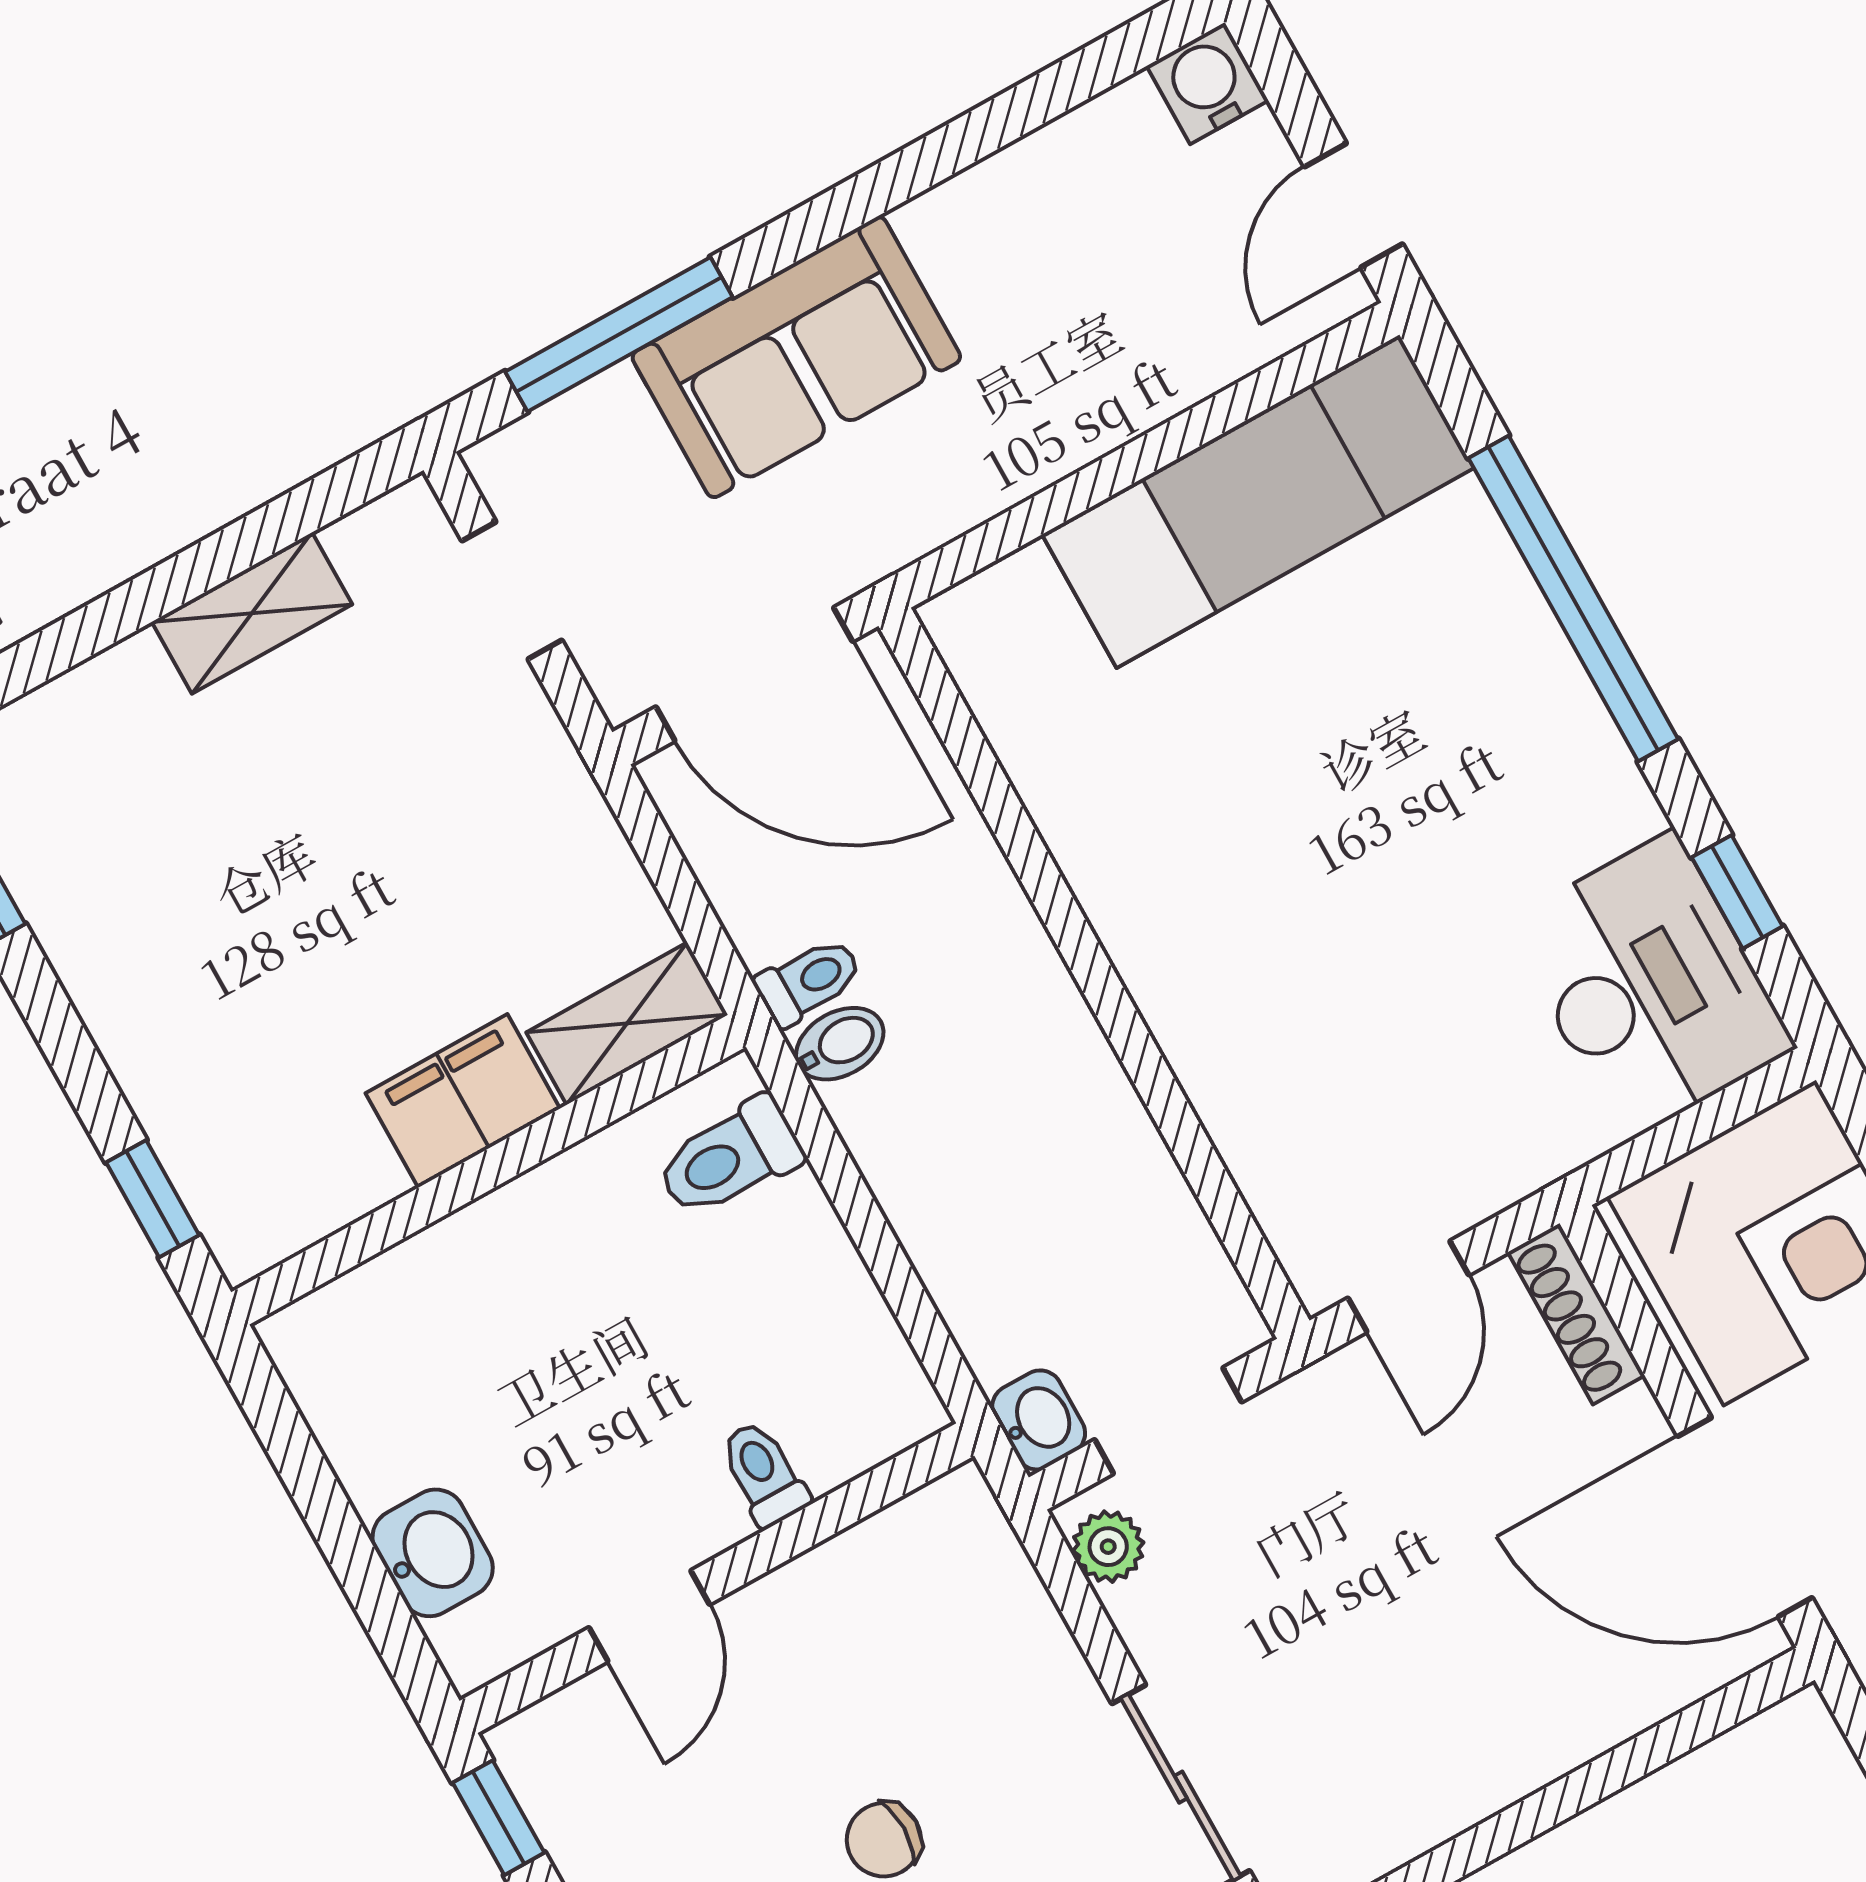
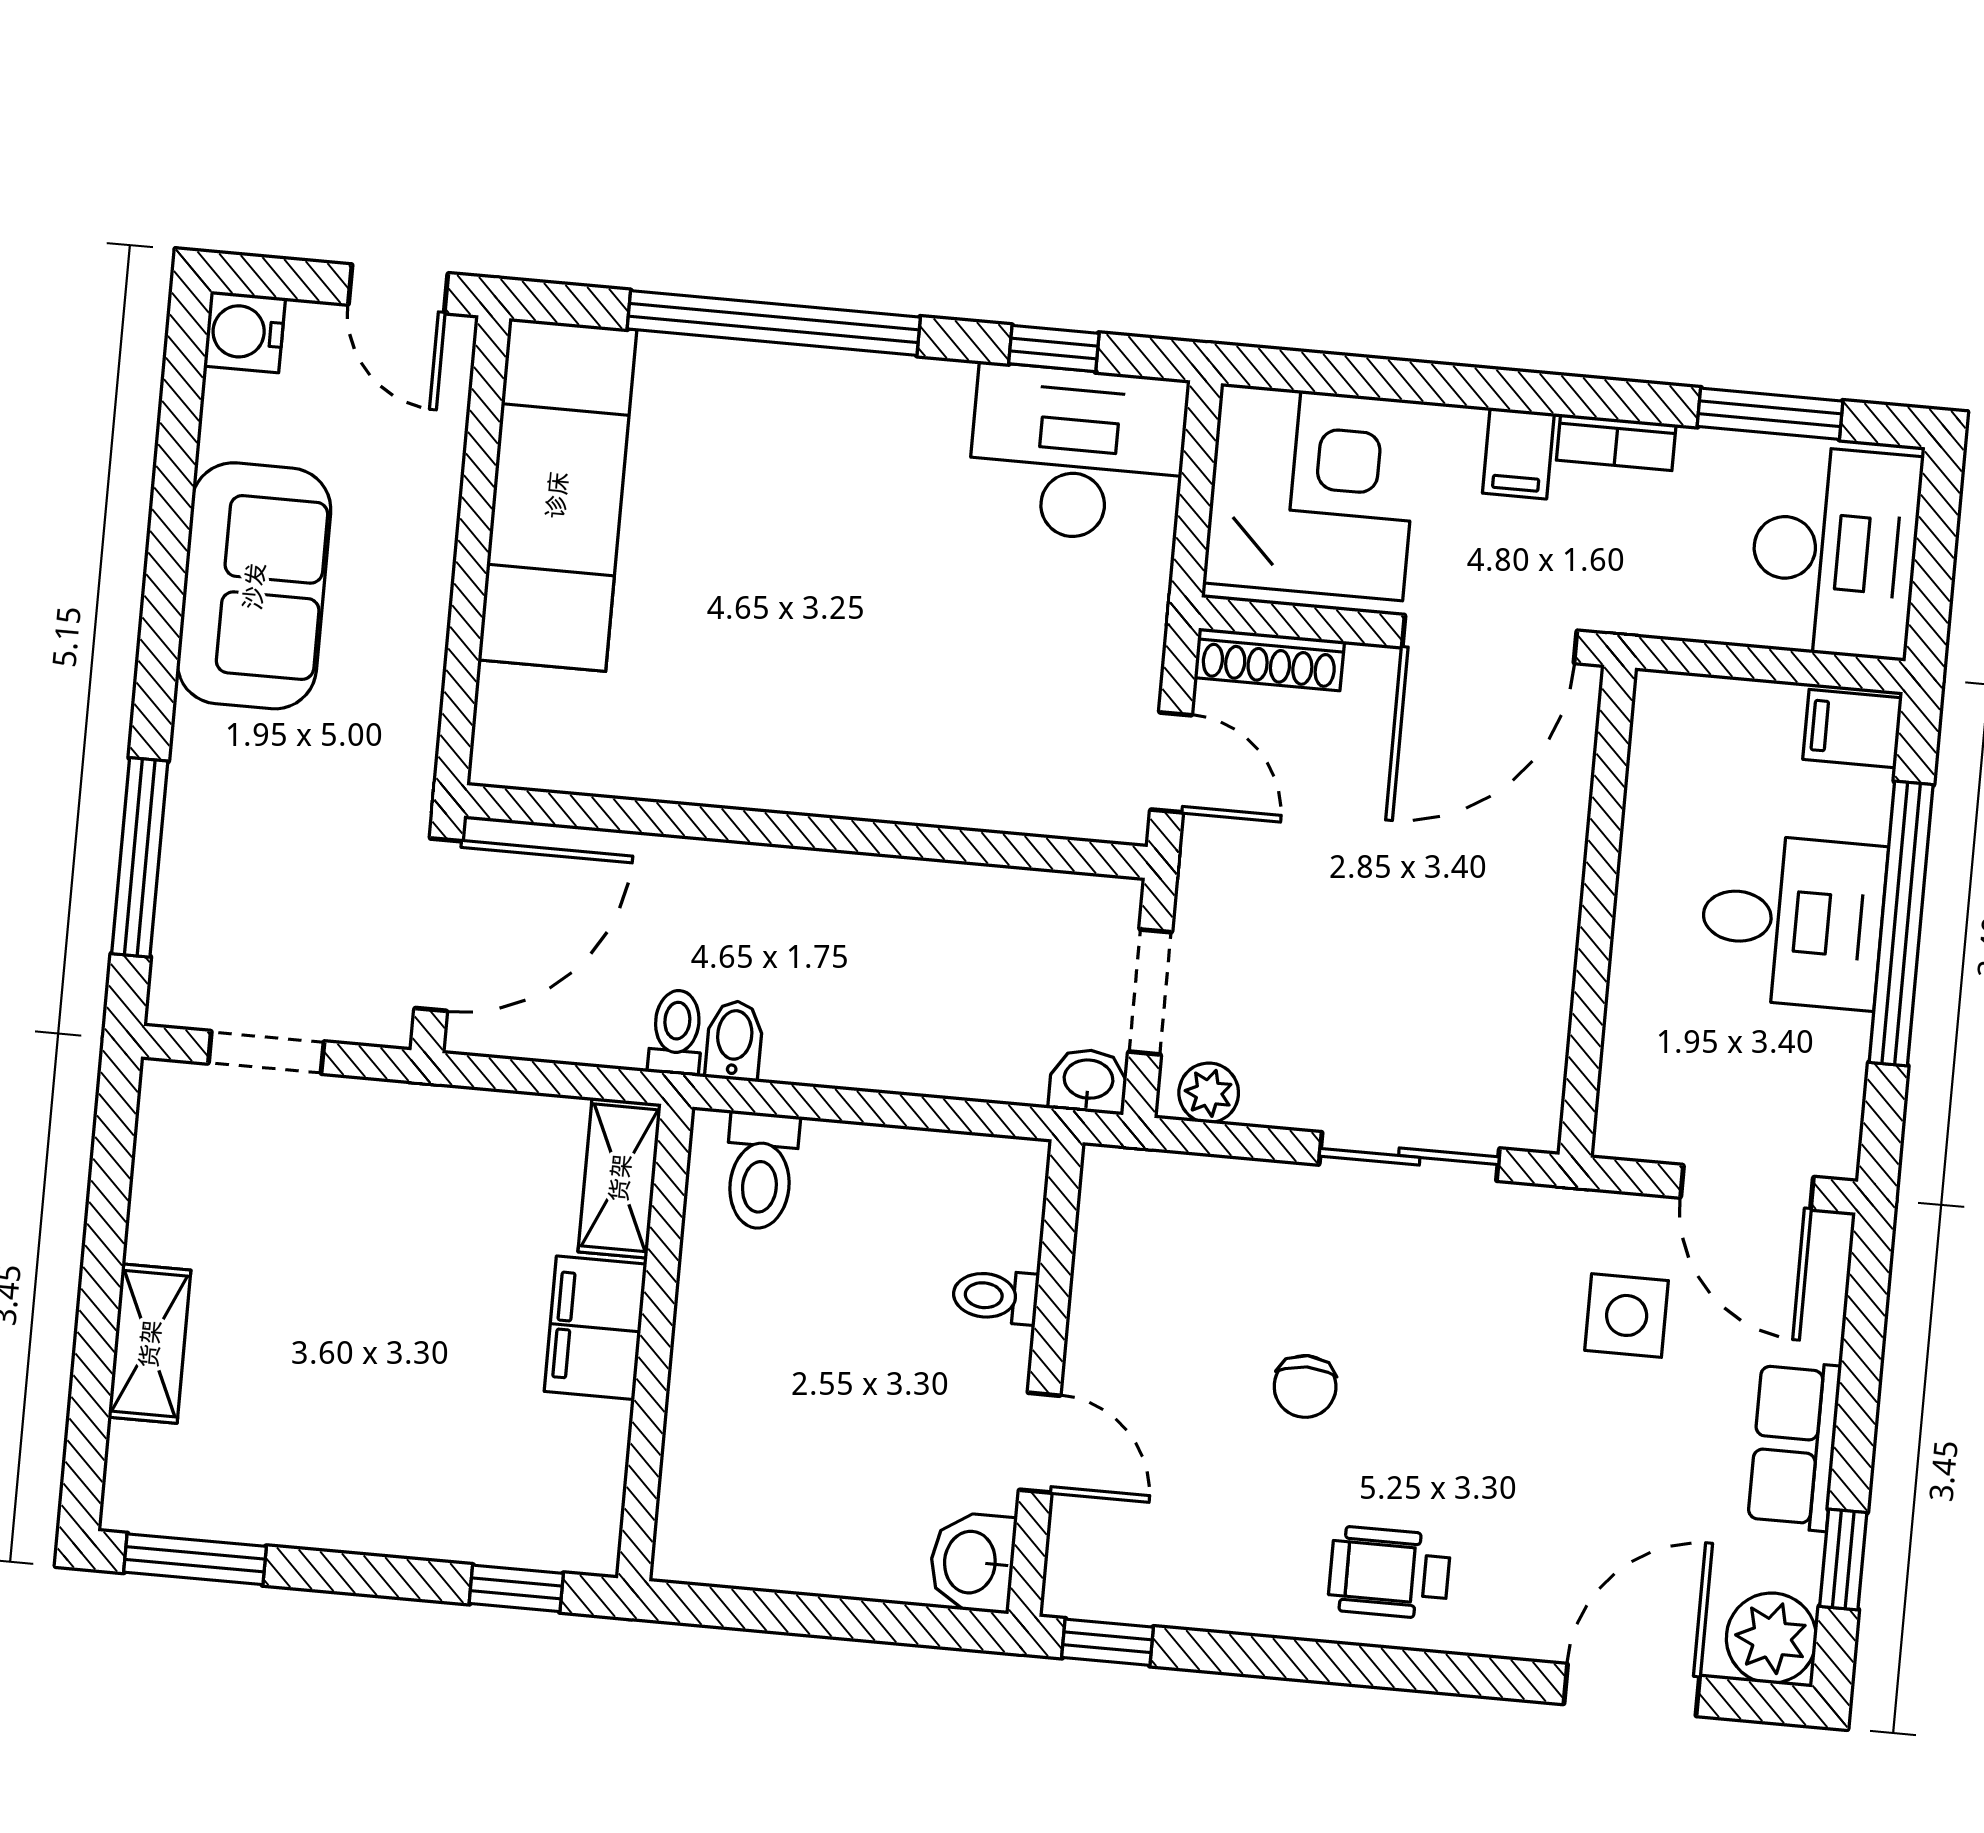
sofa: (796, 357) -> (254, 586), moved
shelving: (252, 613) -> (150, 1344), moved
washbasin: (433, 1553) -> (972, 1562), moved, turned -90

